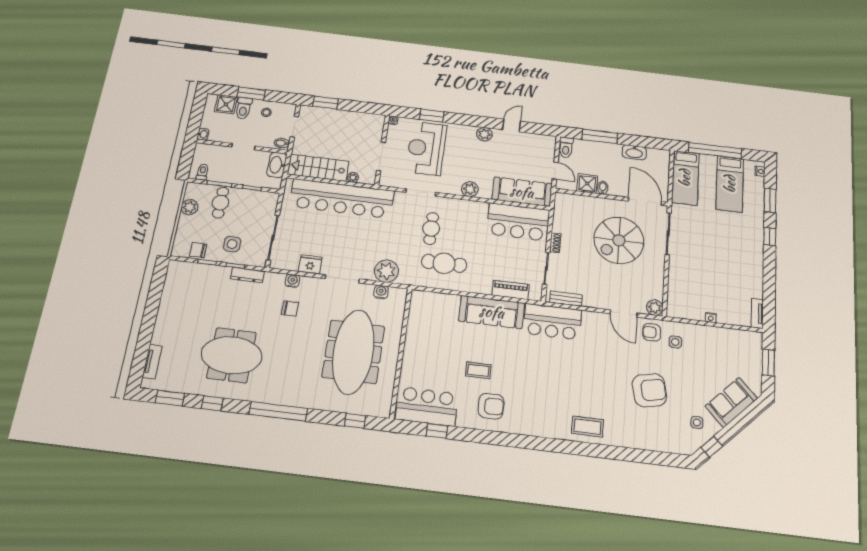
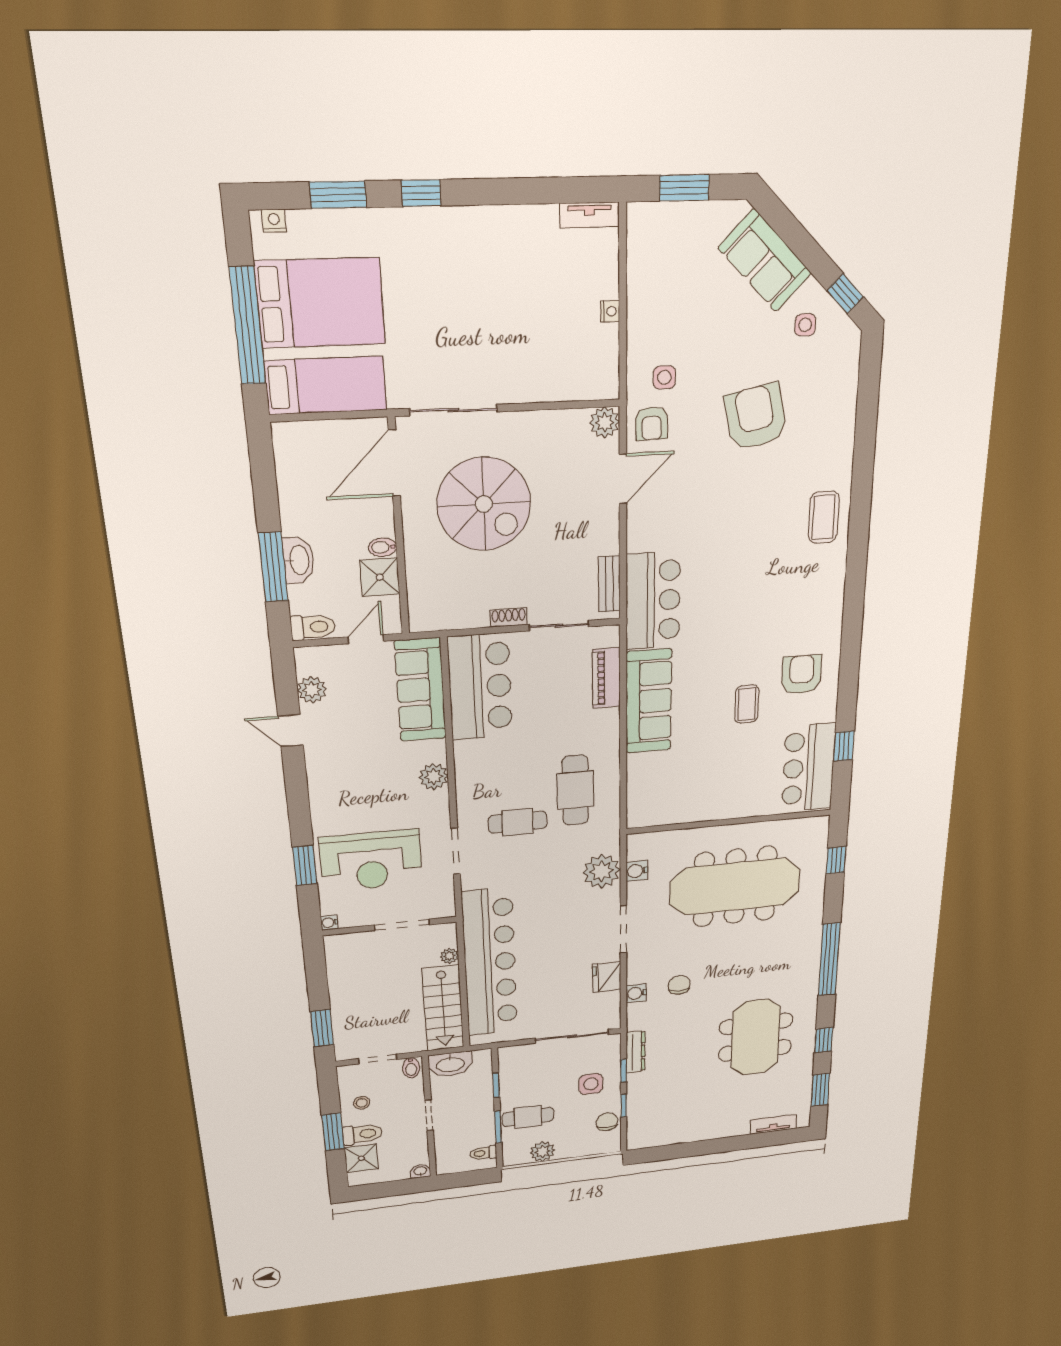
plant: (484, 134) -> (312, 690), moved
washbasin: (634, 152) -> (299, 560), moved
bed: (730, 184) -> (320, 303), width x1.50
chair: (198, 250) -> (607, 1122), turned 180

